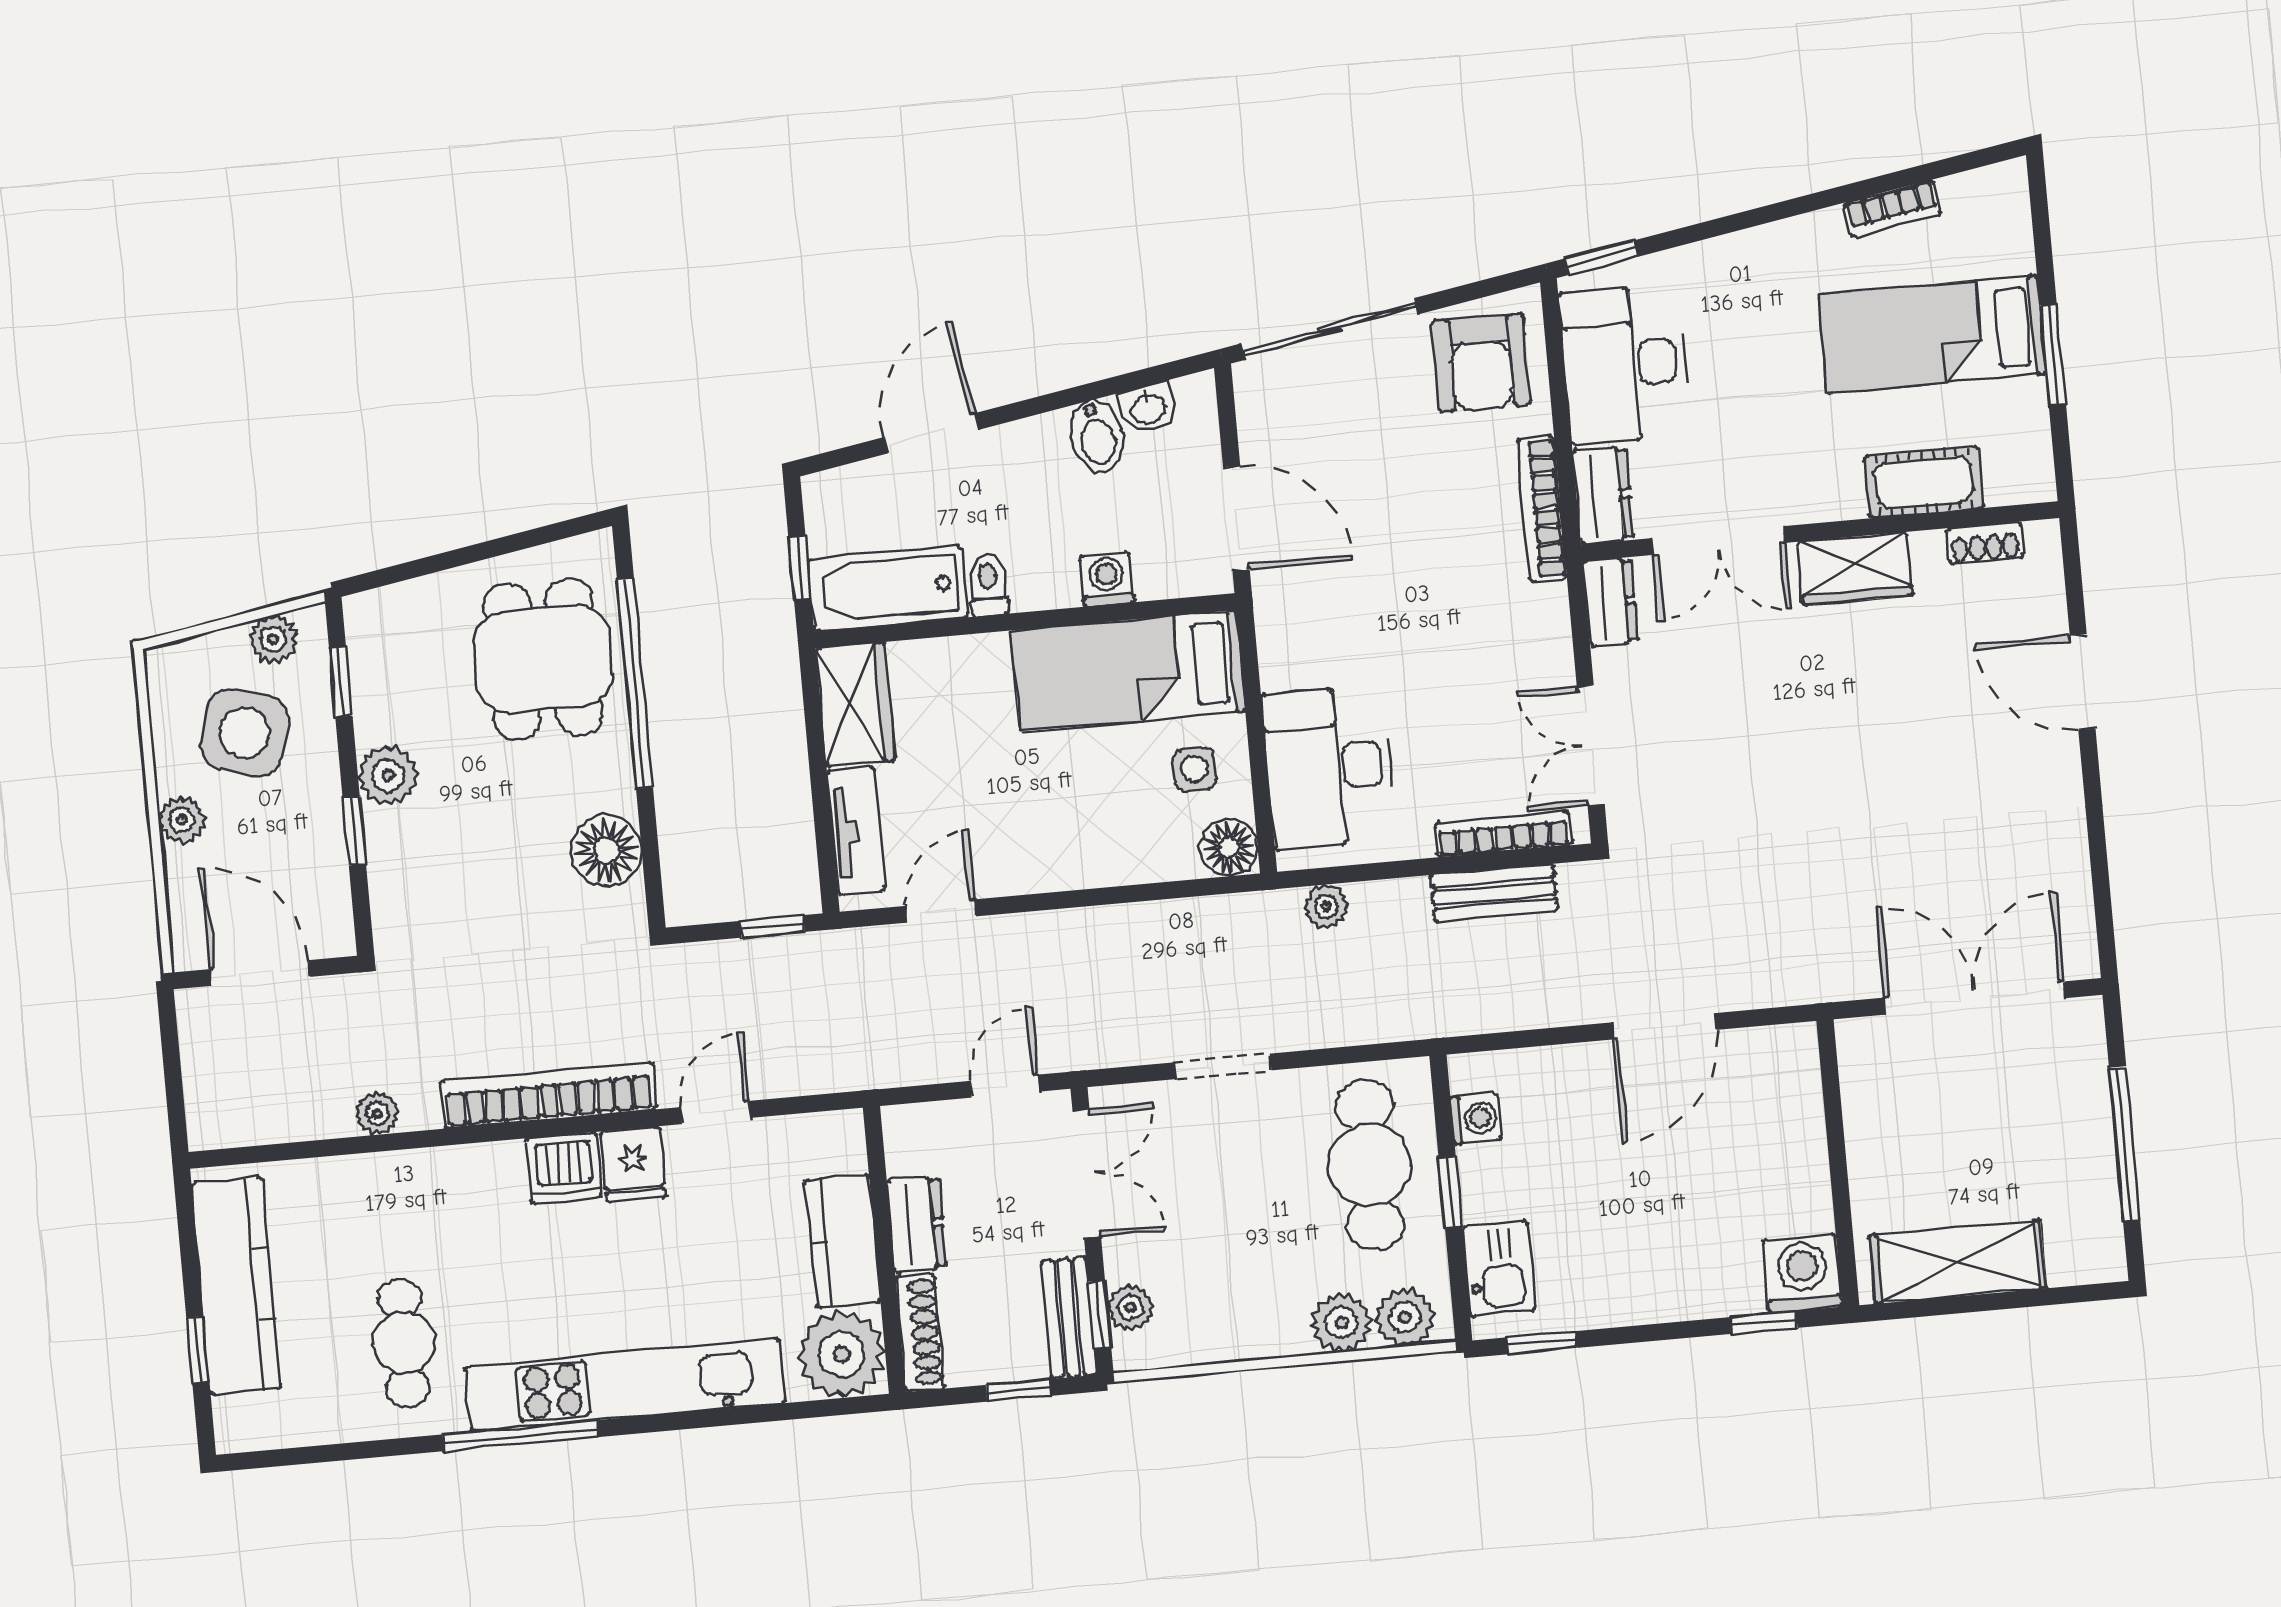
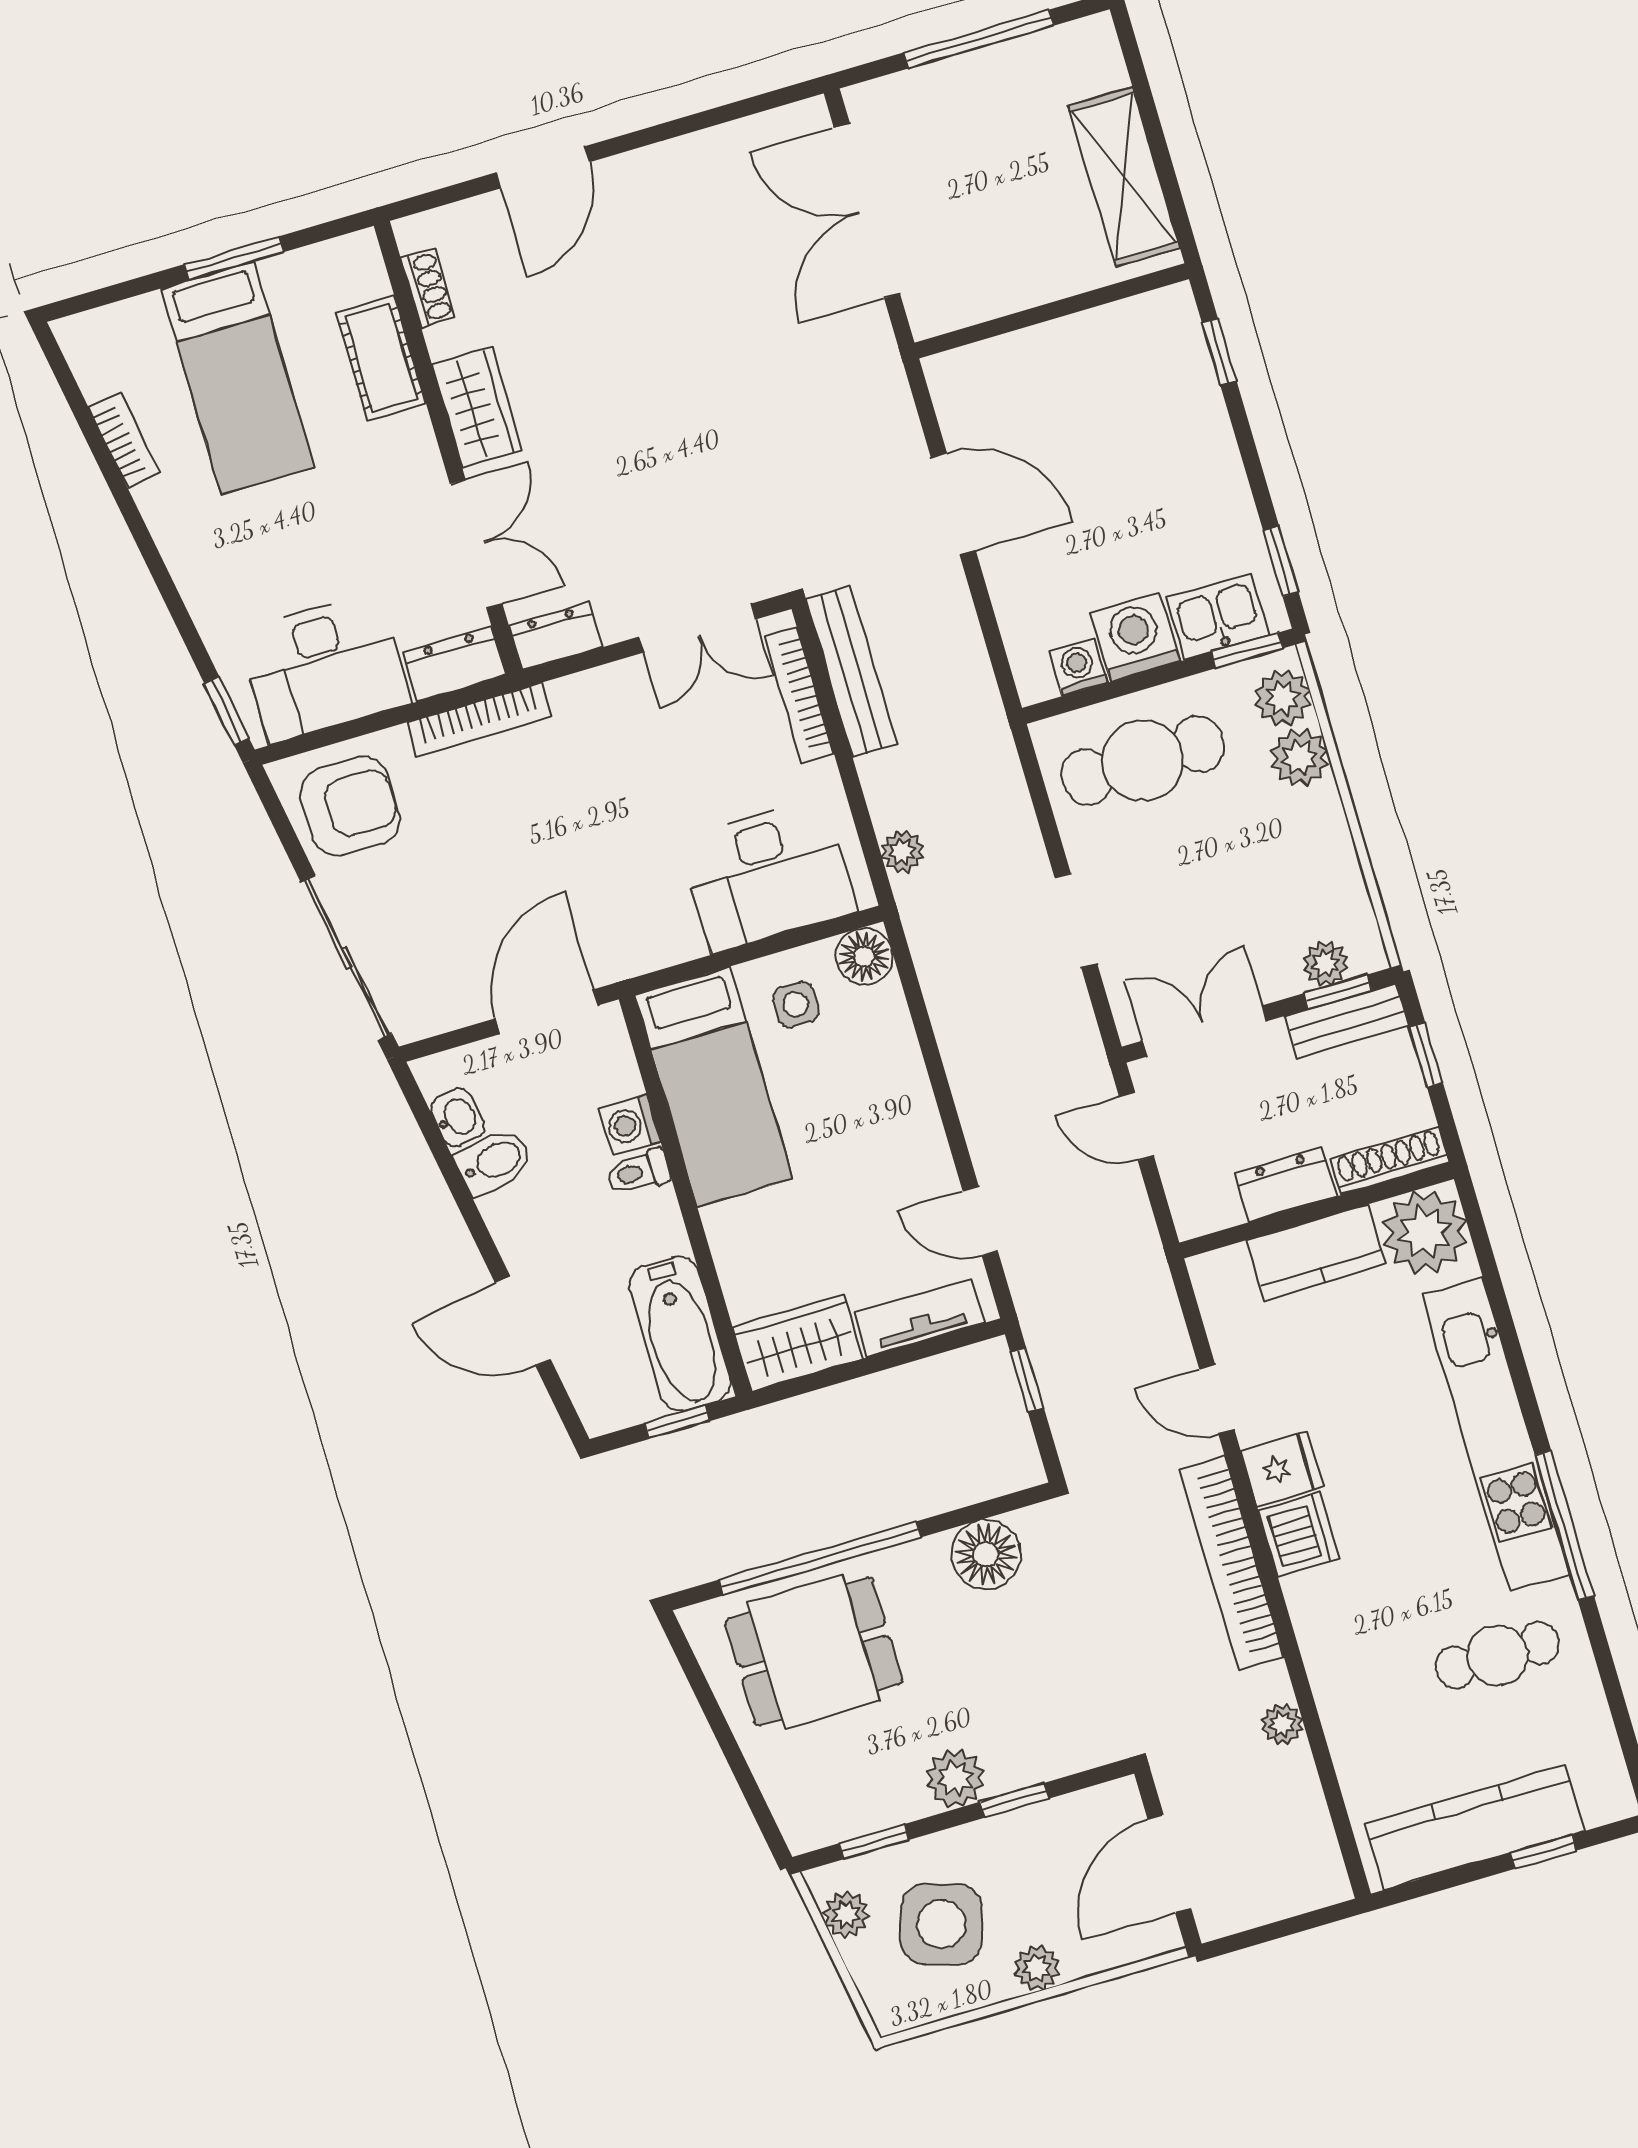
toilet: (988, 585) -> (638, 1172), moved
bench: (1494, 893) -> (851, 672), width x1.36
window: (1450, 1192) -> (1247, 650), moved
washing machine: (1803, 1274) -> (1135, 637), moved, turned 90

